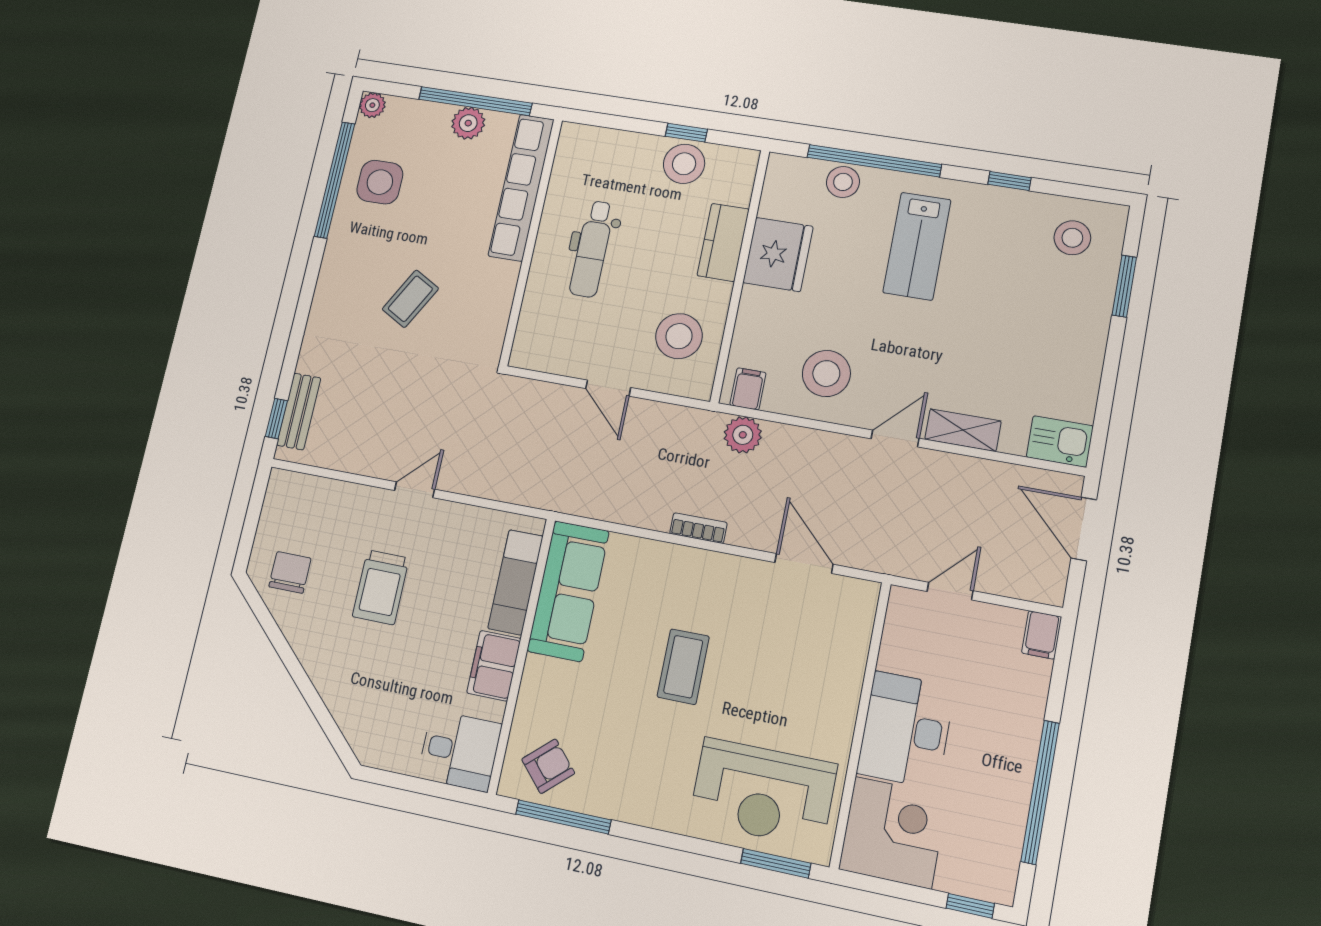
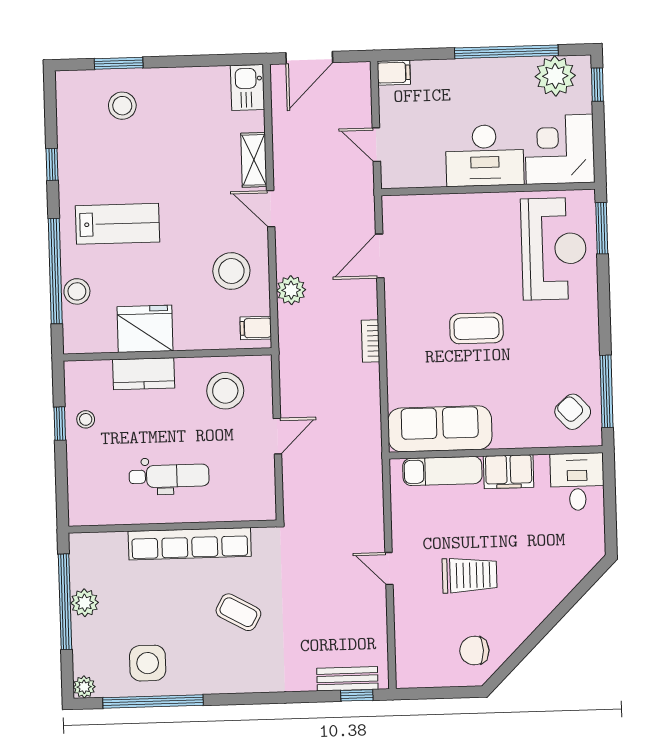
stool: (684, 164) -> (86, 419), width x0.53, depth x0.53
row of seats: (521, 187) -> (190, 544), moved
stool: (1072, 238) -> (122, 106), moved
plant: (743, 435) -> (291, 290), moved
plant: (994, 851) -> (555, 76), added

